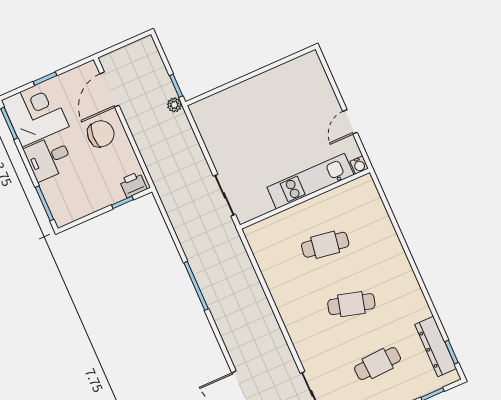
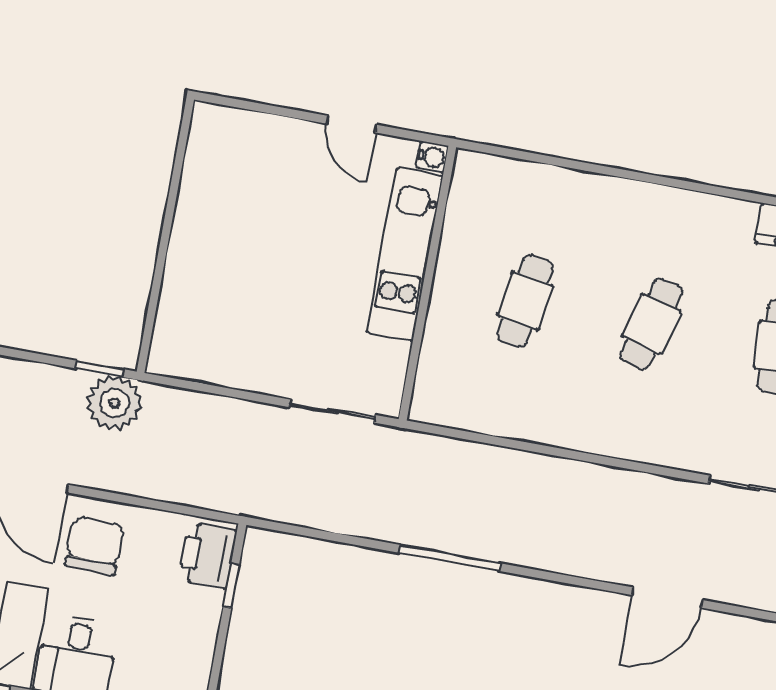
plant: (174, 105) -> (114, 403), width x1.87, depth x1.87
printer: (133, 185) -> (208, 556), width x1.36, depth x1.24

